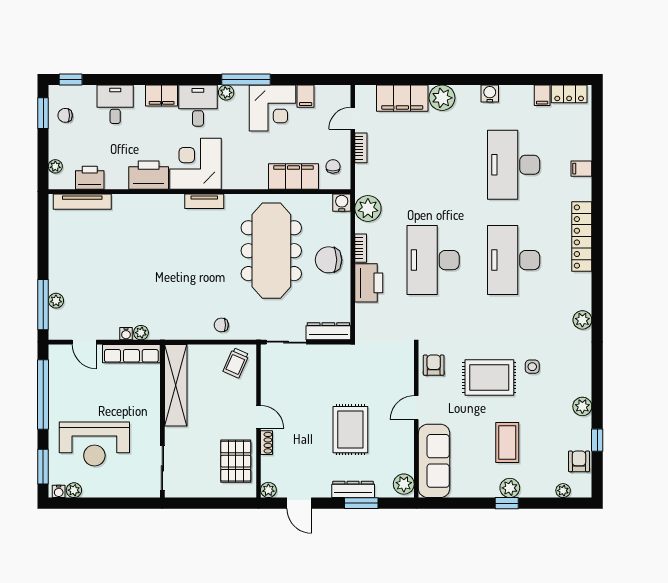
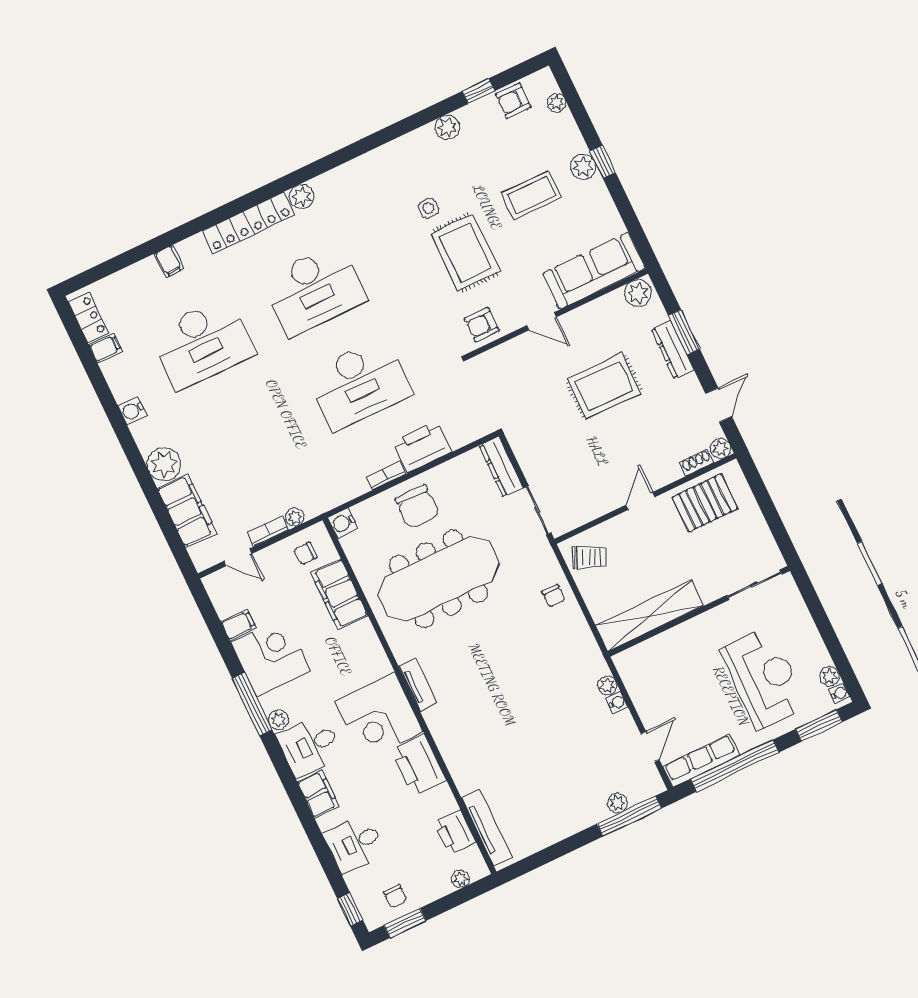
plant: (368, 208) -> (295, 517), moved, width x0.53, depth x0.53
plant: (582, 320) -> (302, 197), moved
row of seats: (131, 354) -> (701, 761), moved, turned -90
shoe rack: (266, 443) -> (697, 463), moved

